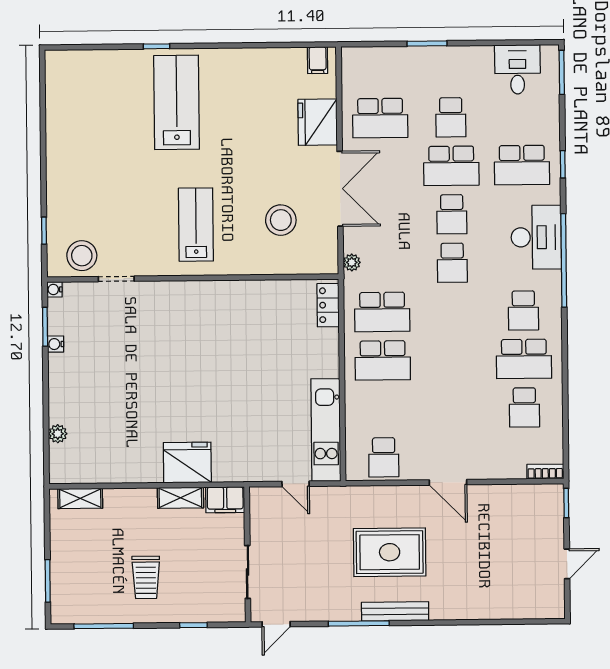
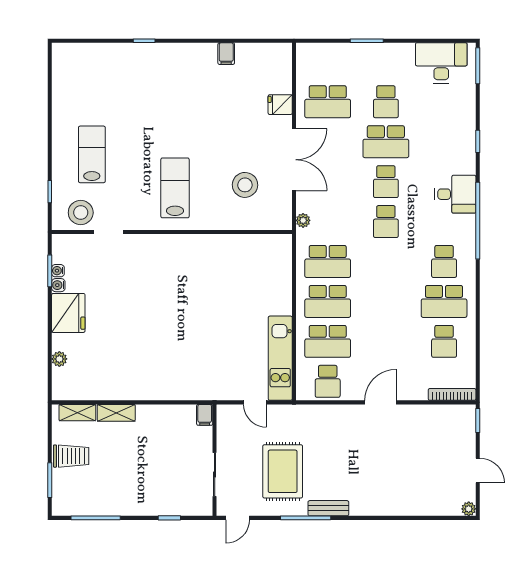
filing cabinet: (318, 60) -> (226, 54), moved
desk: (517, 69) -> (441, 63), width x1.37
lab bench: (177, 102) -> (92, 154), moved, width x0.73, depth x0.72
fridge: (318, 122) -> (280, 105), width x0.53, depth x0.75
school desk: (522, 165) -> (328, 341), moved
desk: (536, 237) -> (455, 194), width x0.73
water cooler: (55, 289) -> (58, 271), moved
locker: (328, 305) -> (283, 255), removed
fridge: (187, 463) -> (68, 313), moved, turned 90
bookcase: (545, 472) -> (452, 394), width x1.56
door: (448, 482) -> (380, 402), swing flipped
shelving: (180, 498) -> (116, 413), moved
filing cabinet: (225, 500) -> (205, 415), width x0.50
rug: (390, 552) -> (283, 471), moved, turned 90
door: (567, 564) -> (478, 471), hinge flipped
trolley: (146, 577) -> (71, 456), moved, turned -90
plant: (556, 610) -> (469, 509), added
bench: (395, 611) -> (328, 508), width x0.73

